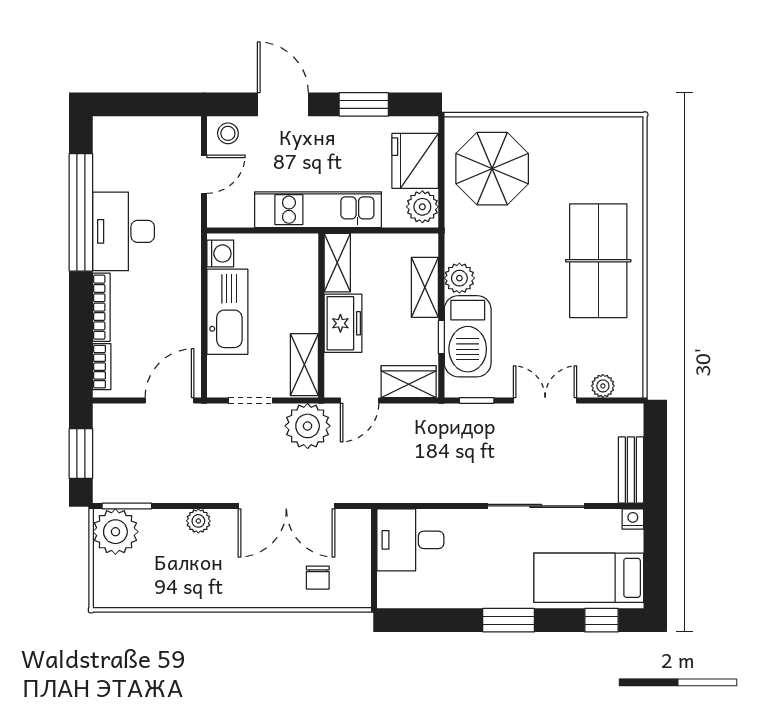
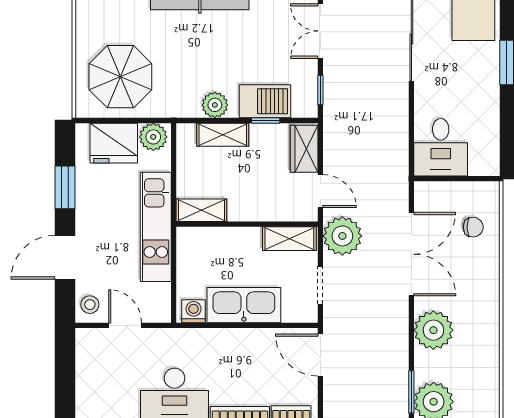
freezer: (343, 323) -> (254, 205), removed
barbecue: (468, 336) -> (265, 101), width x0.73, depth x0.83
plant: (198, 521) -> (433, 330), width x1.88, depth x1.88

